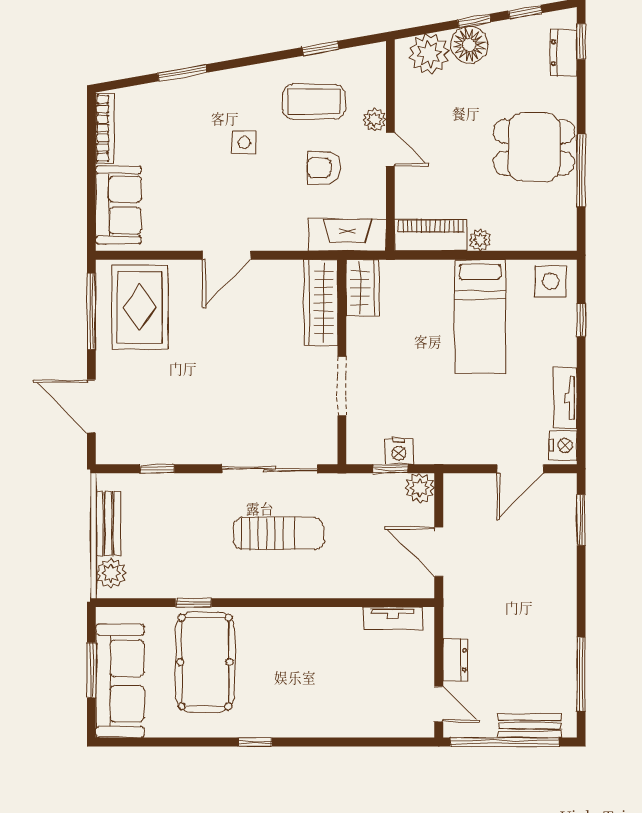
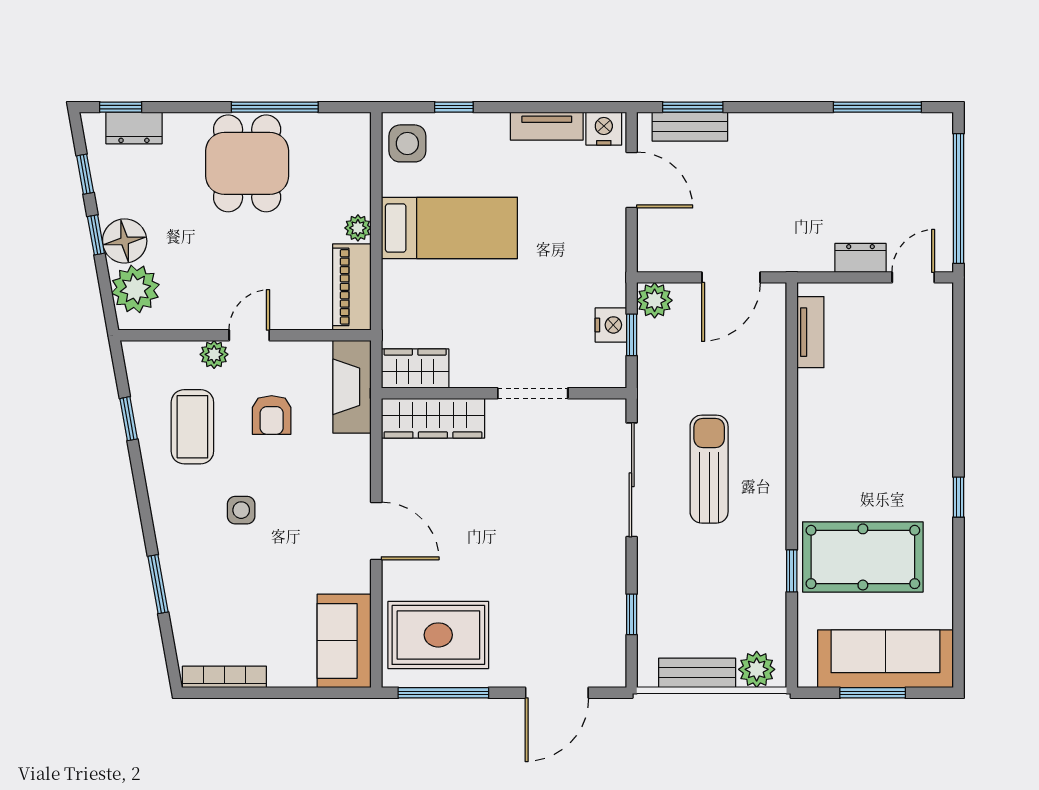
sofa: (118, 205) -> (344, 641), moved, turned -90
bench: (530, 726) -> (690, 127), moved, turned 90

